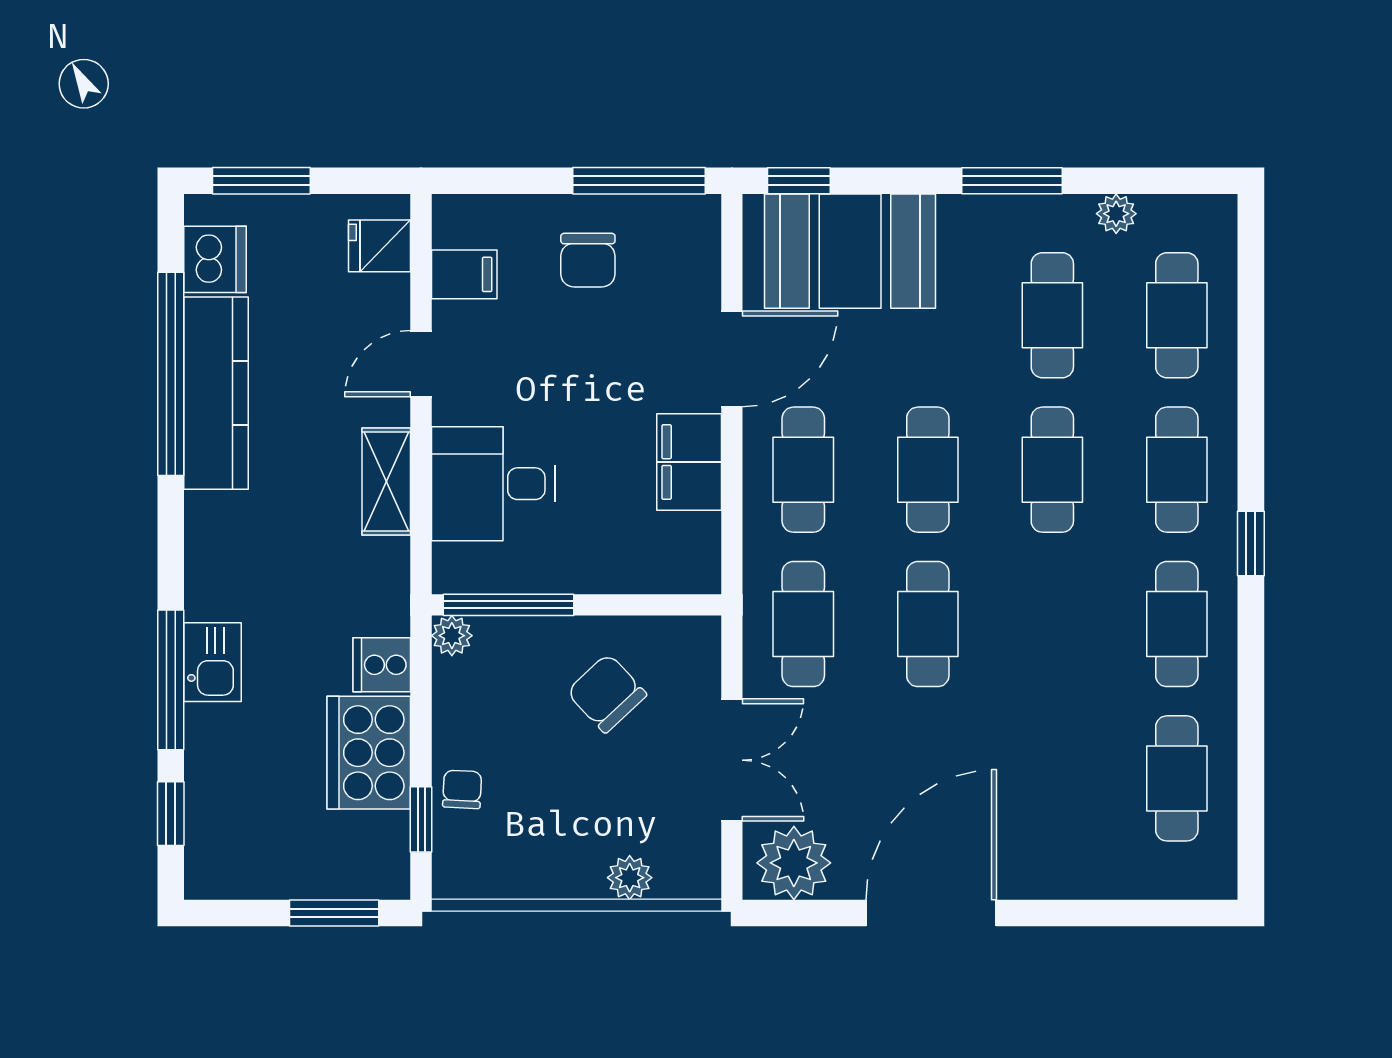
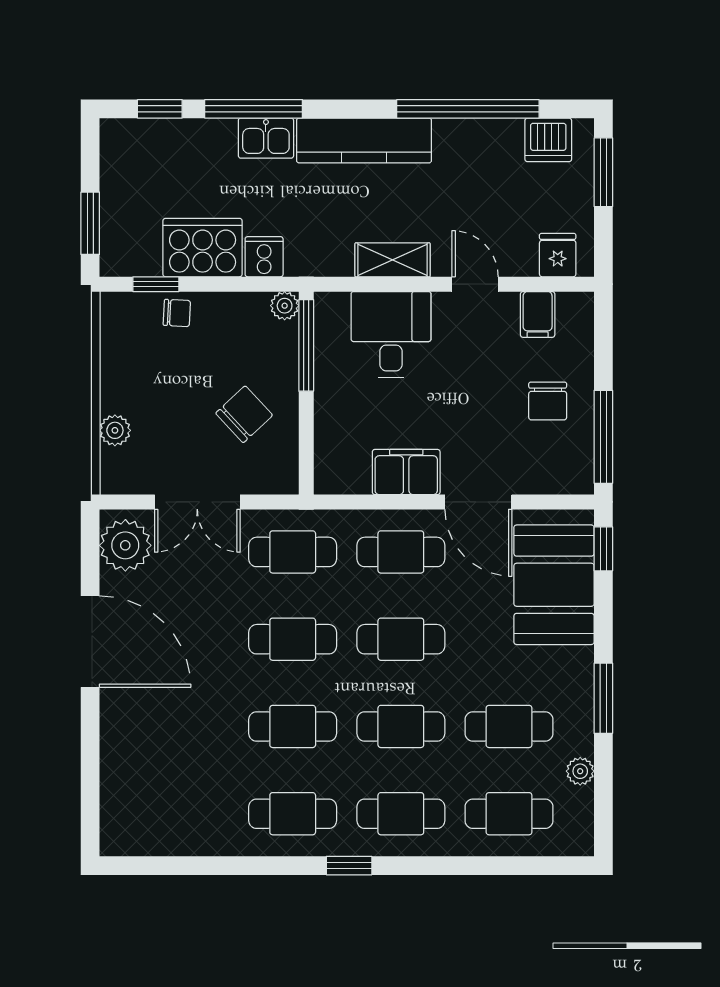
chair: (588, 260) -> (548, 401), turned -90
kitchen counter: (216, 393) -> (364, 141), moved
cafe table: (1177, 778) -> (293, 726), moved

